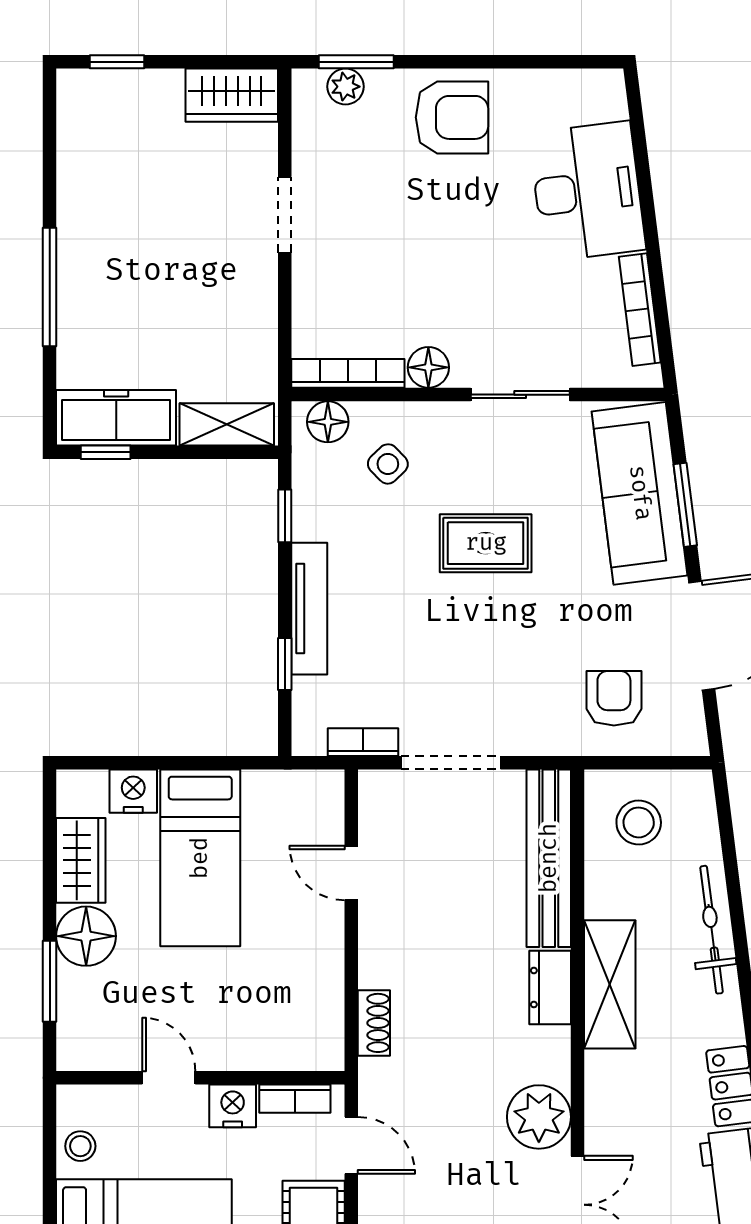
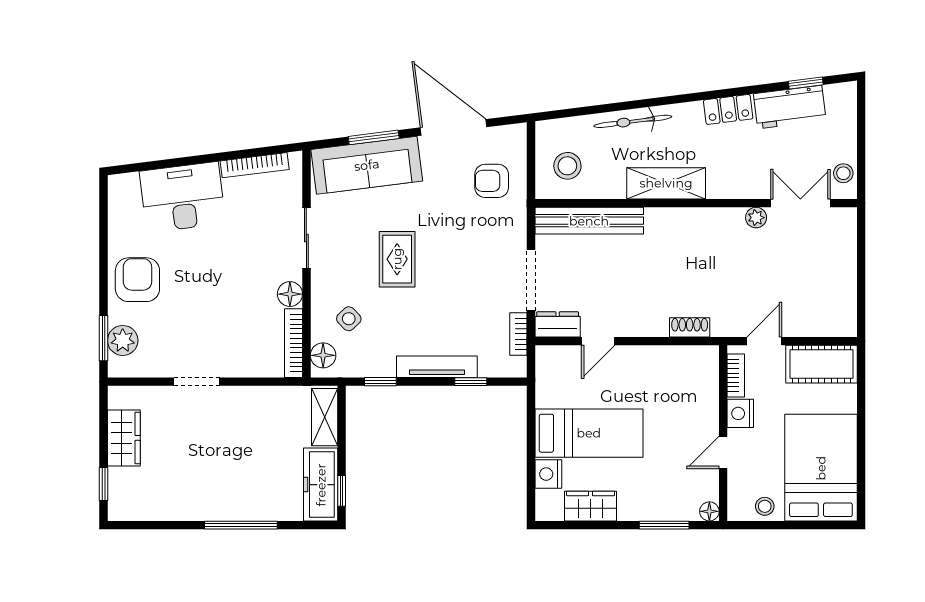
plant: (345, 87) -> (123, 340), width x1.38, depth x1.38
wardrobe: (232, 95) -> (124, 438), moved
floor lamp: (86, 936) -> (709, 511), moved, width x0.53, depth x0.53
dresser: (550, 987) -> (558, 324), moved, turned 180
plant: (539, 1117) -> (756, 218), width x0.53, depth x0.53

